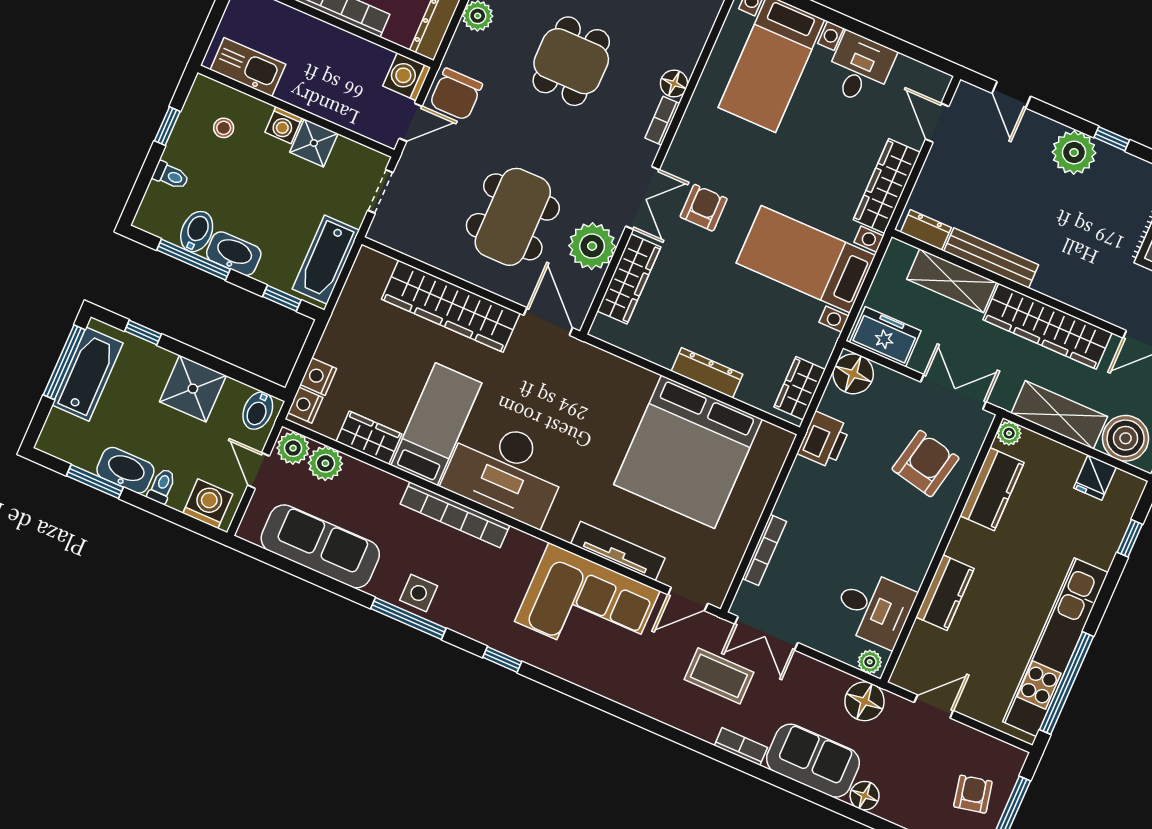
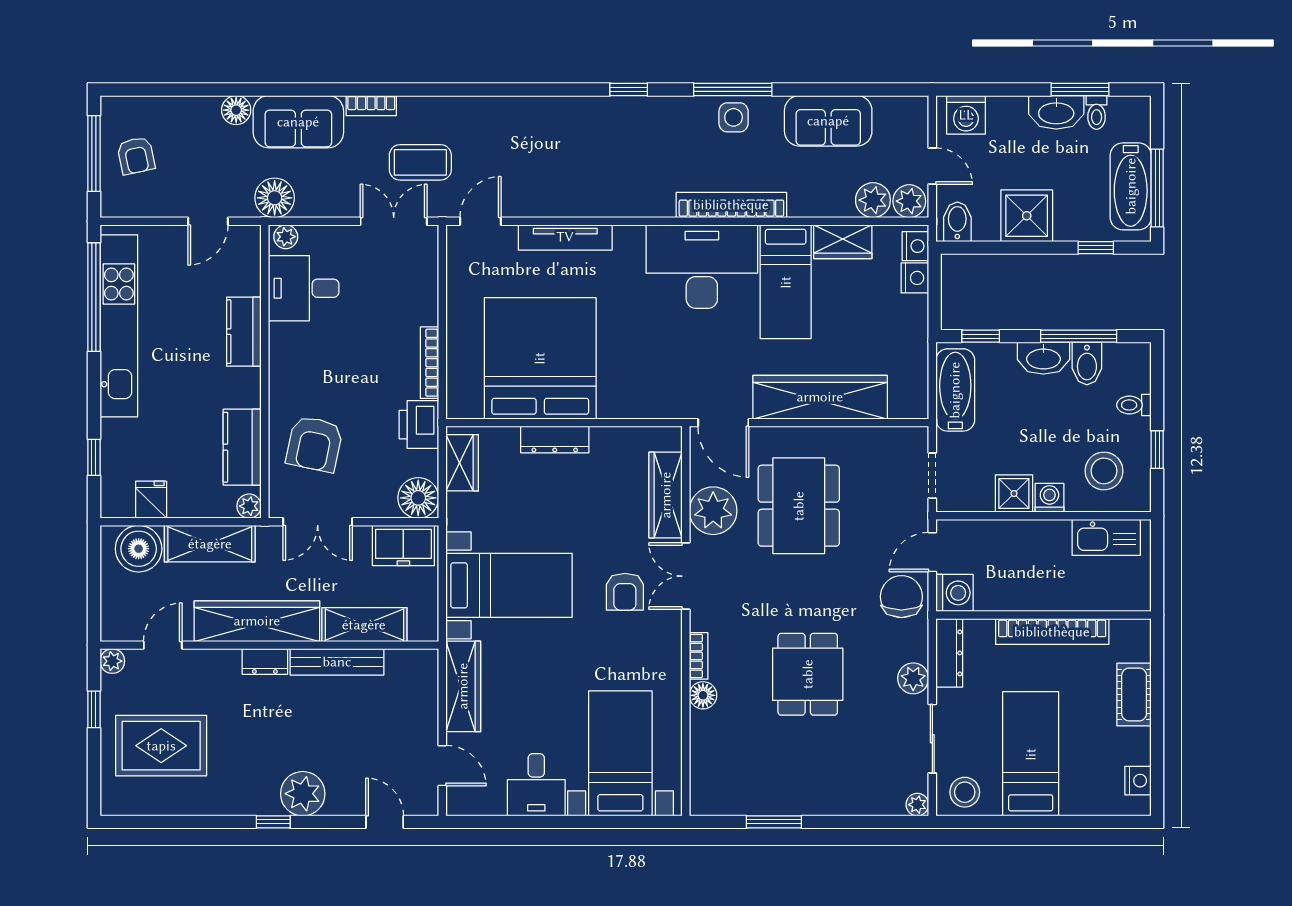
stool: (224, 128) -> (1104, 471), width x1.89, depth x1.89
dresser: (926, 230) -> (265, 662), moved
toilet: (162, 486) -> (1097, 112), moved
sofa: (320, 546) -> (828, 121), width x0.73
bookcase: (764, 550) -> (429, 363), moved
corner sofa: (587, 606) -> (571, 174), removed

